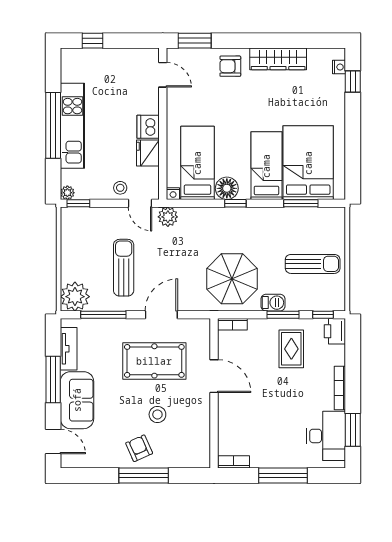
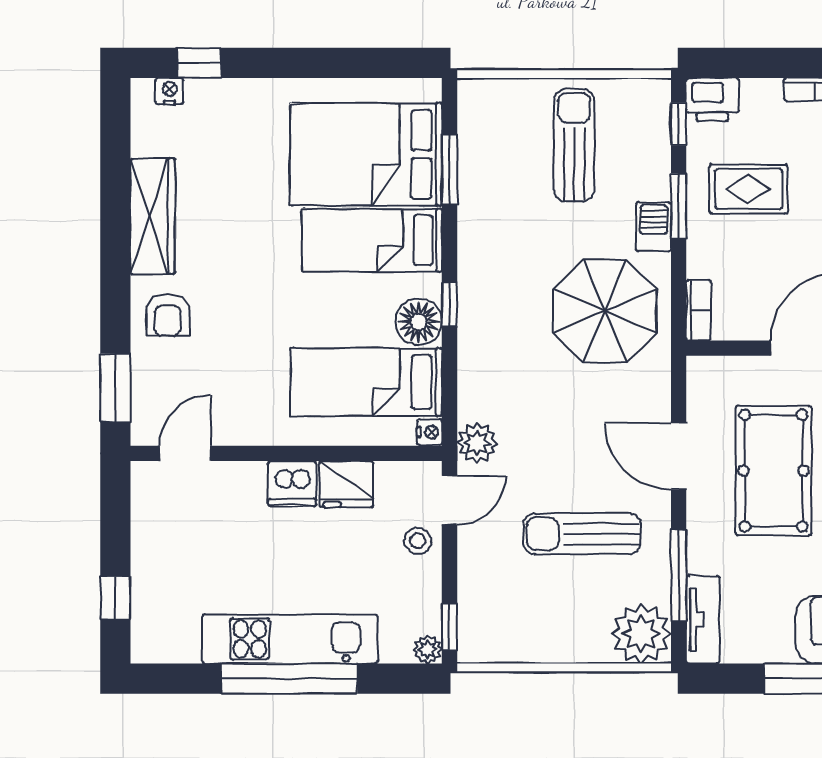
tv unit: (69, 349) -> (703, 620), moved, turned 90

